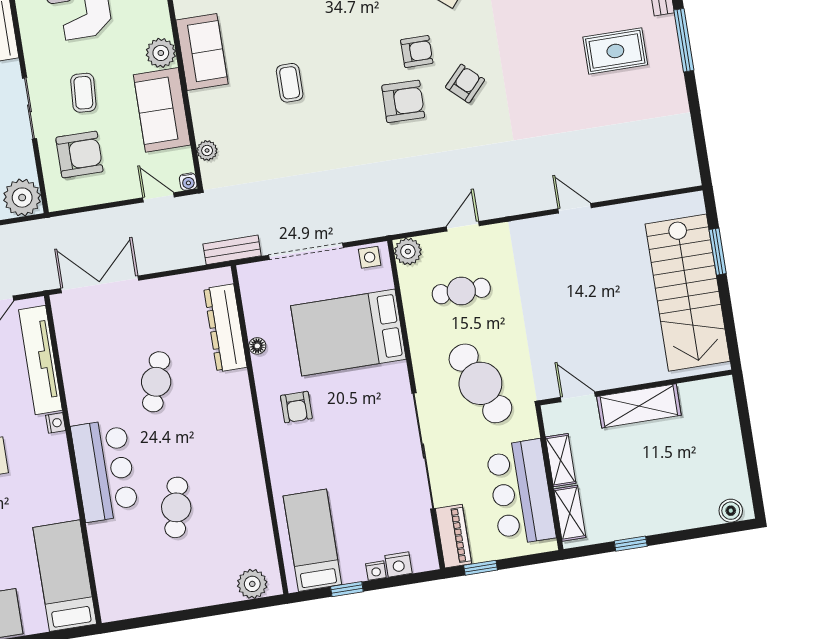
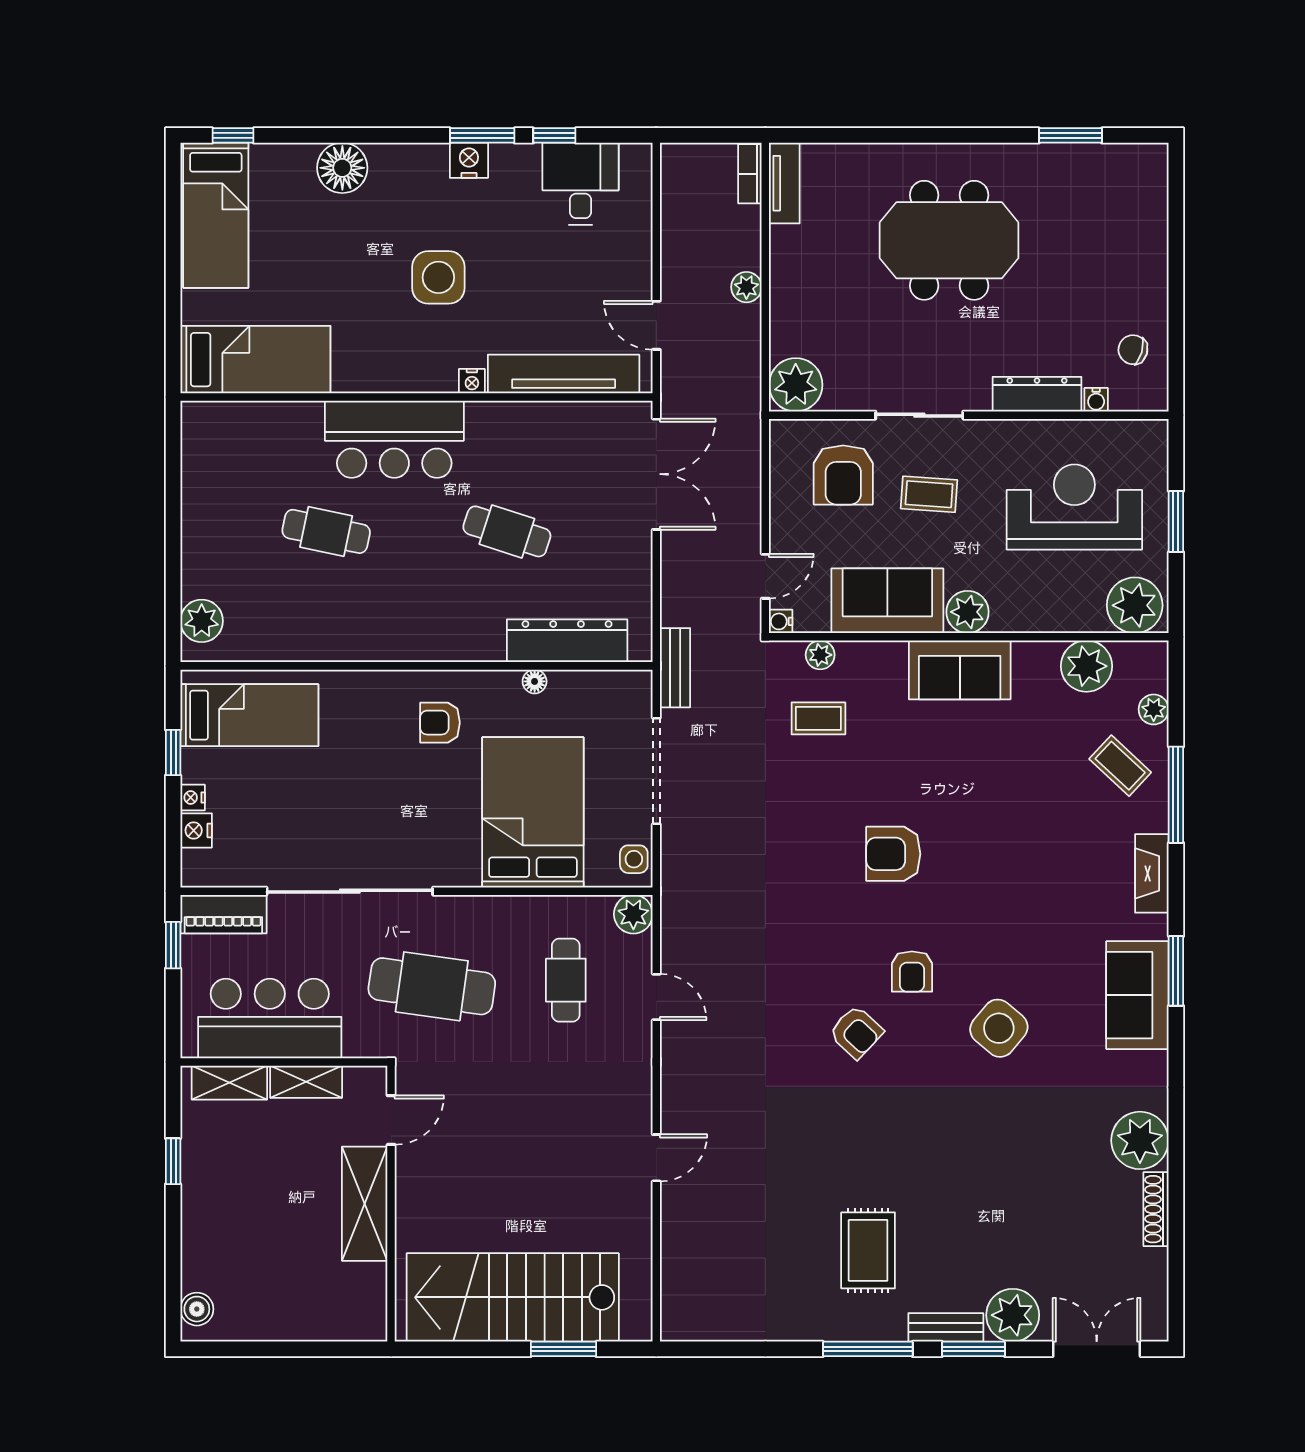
coffee table: (290, 83) -> (818, 718), moved
armchair: (403, 101) -> (893, 854), moved, turned 89
cafe table: (480, 383) -> (432, 986), turned 32

